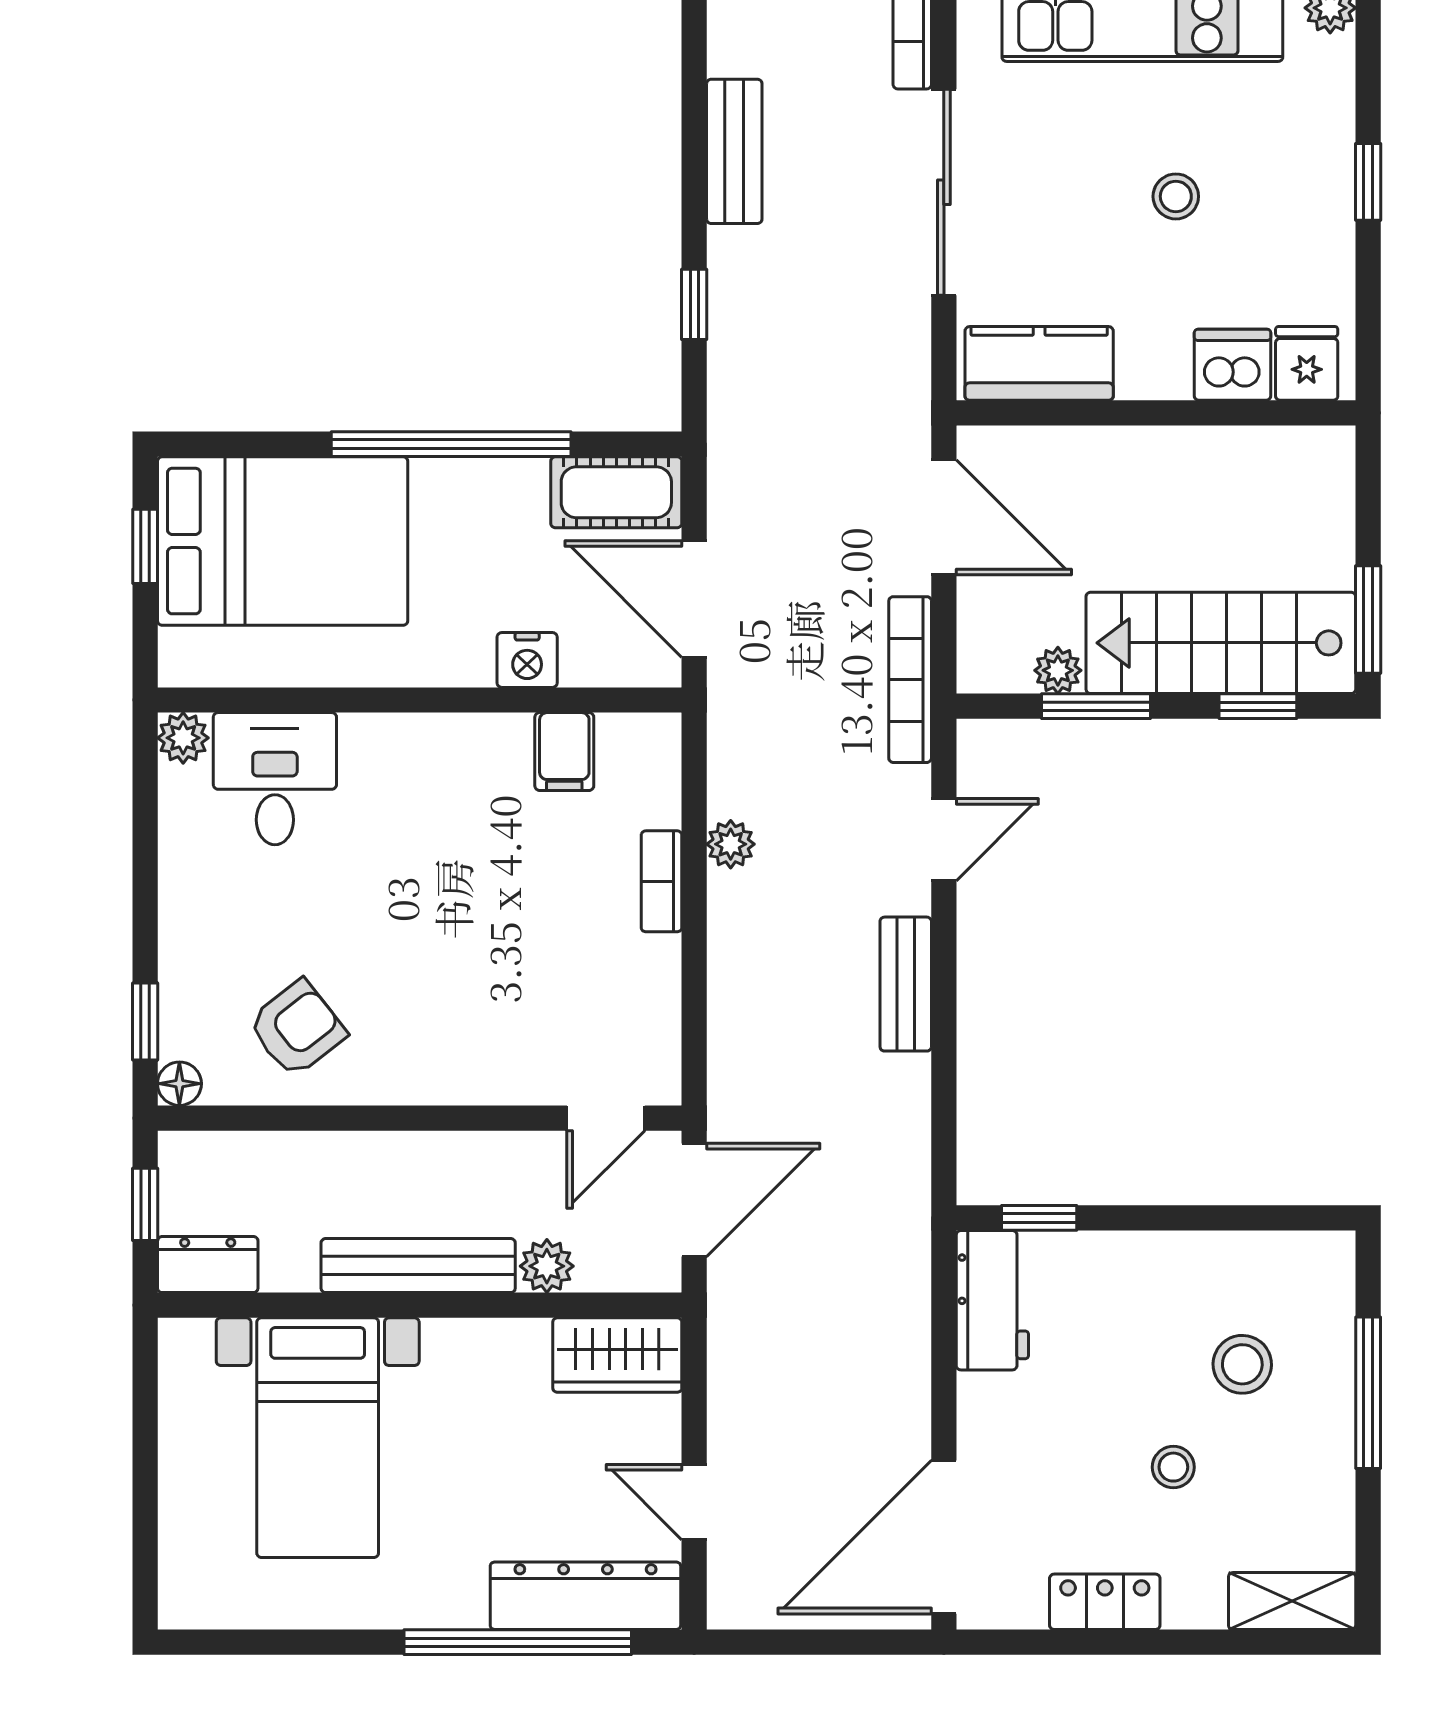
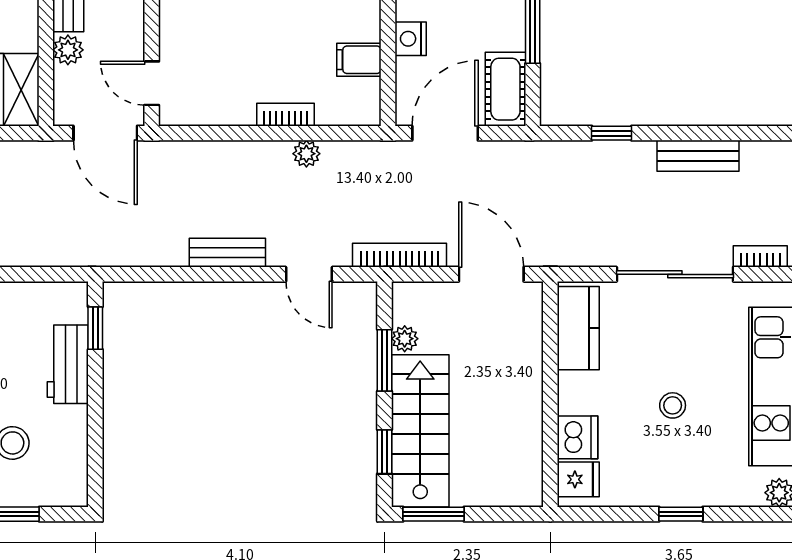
door: (944, 517) -> (491, 274), swing flipped
workbench: (992, 1300) -> (68, 364), moved, turned 90

